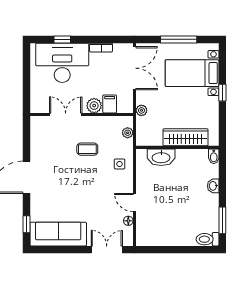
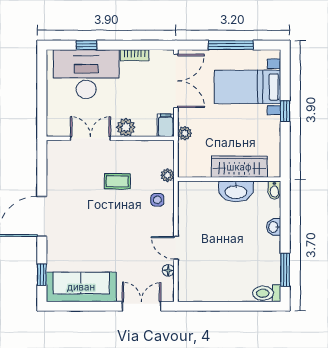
filing cabinet: (110, 104) -> (166, 125), moved
plant: (128, 133) -> (167, 175), moved
washbasin: (161, 157) -> (236, 191), moved

